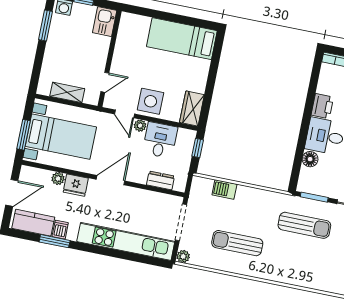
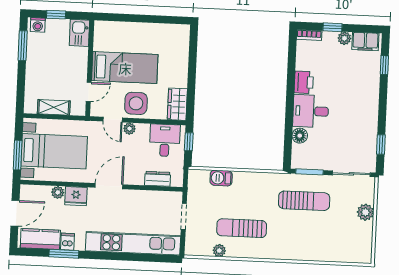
bed: (182, 39) -> (125, 68), moved, turned 180
desk: (160, 140) -> (165, 140), moved
doorway: (181, 222) -> (184, 217), width x0.73
plant: (183, 256) -> (219, 251), moved

